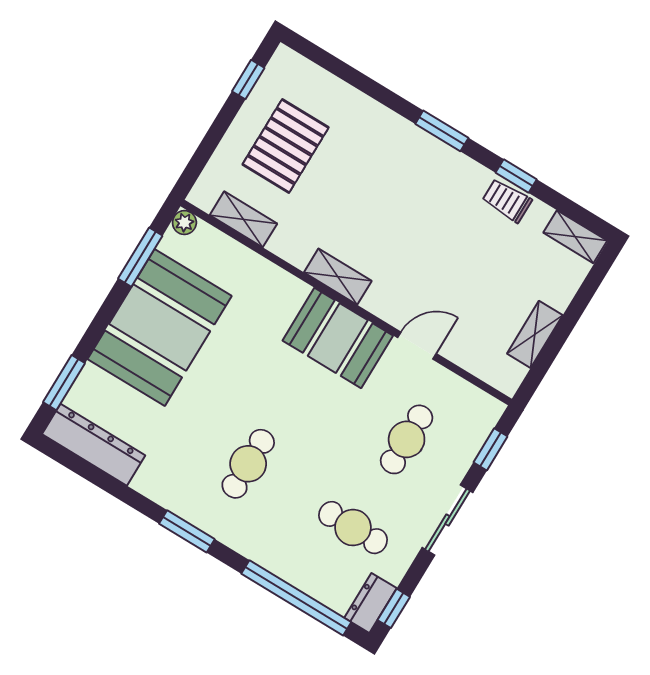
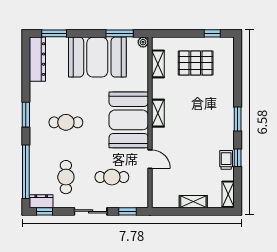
shelving: (535, 334) -> (193, 202), moved
booth: (338, 338) -> (129, 120), width x1.36, depth x1.42

